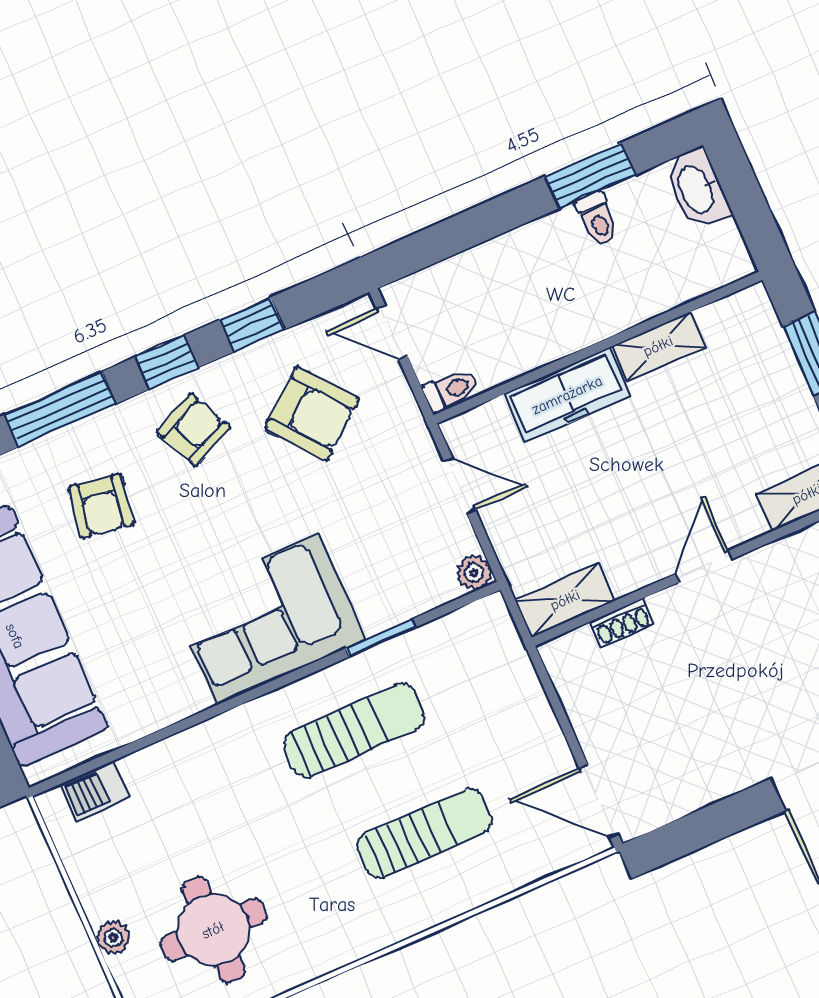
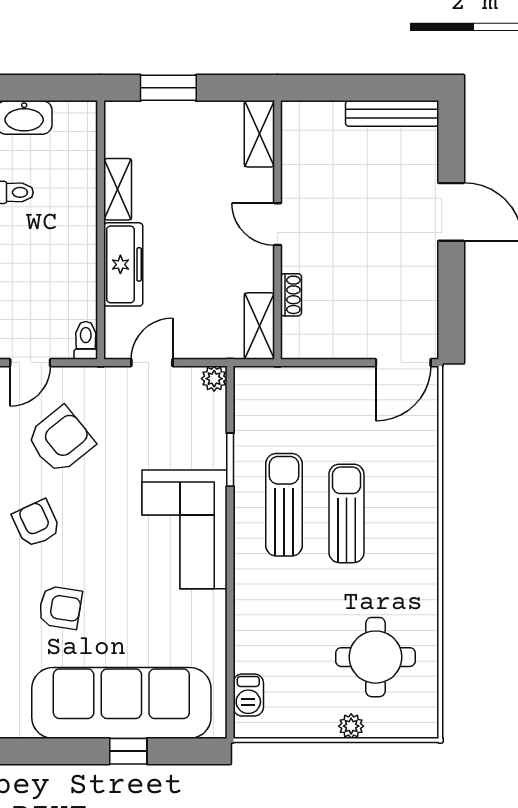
sun lounger: (425, 833) -> (346, 513), moved

